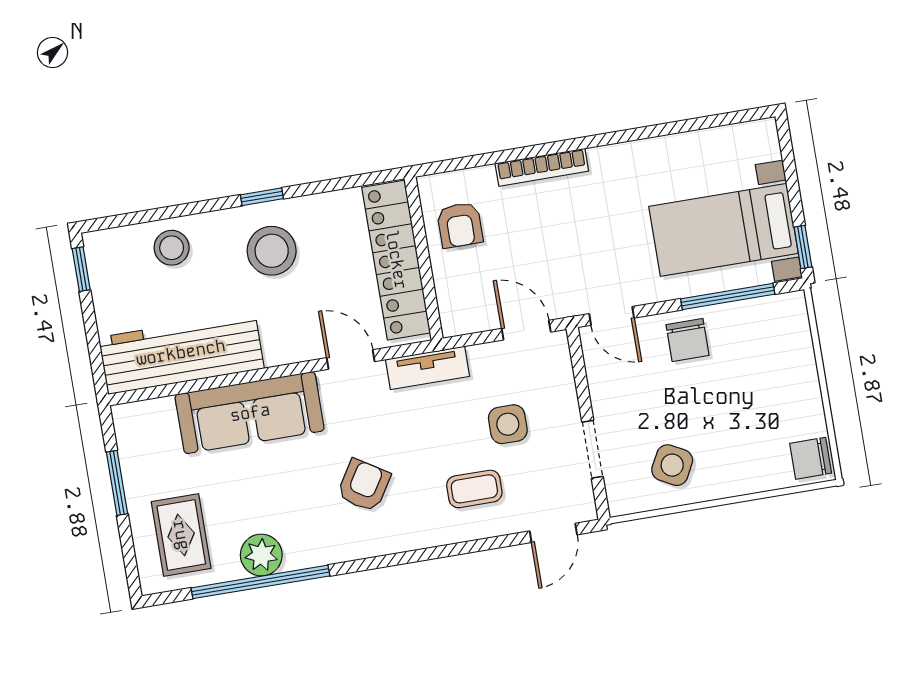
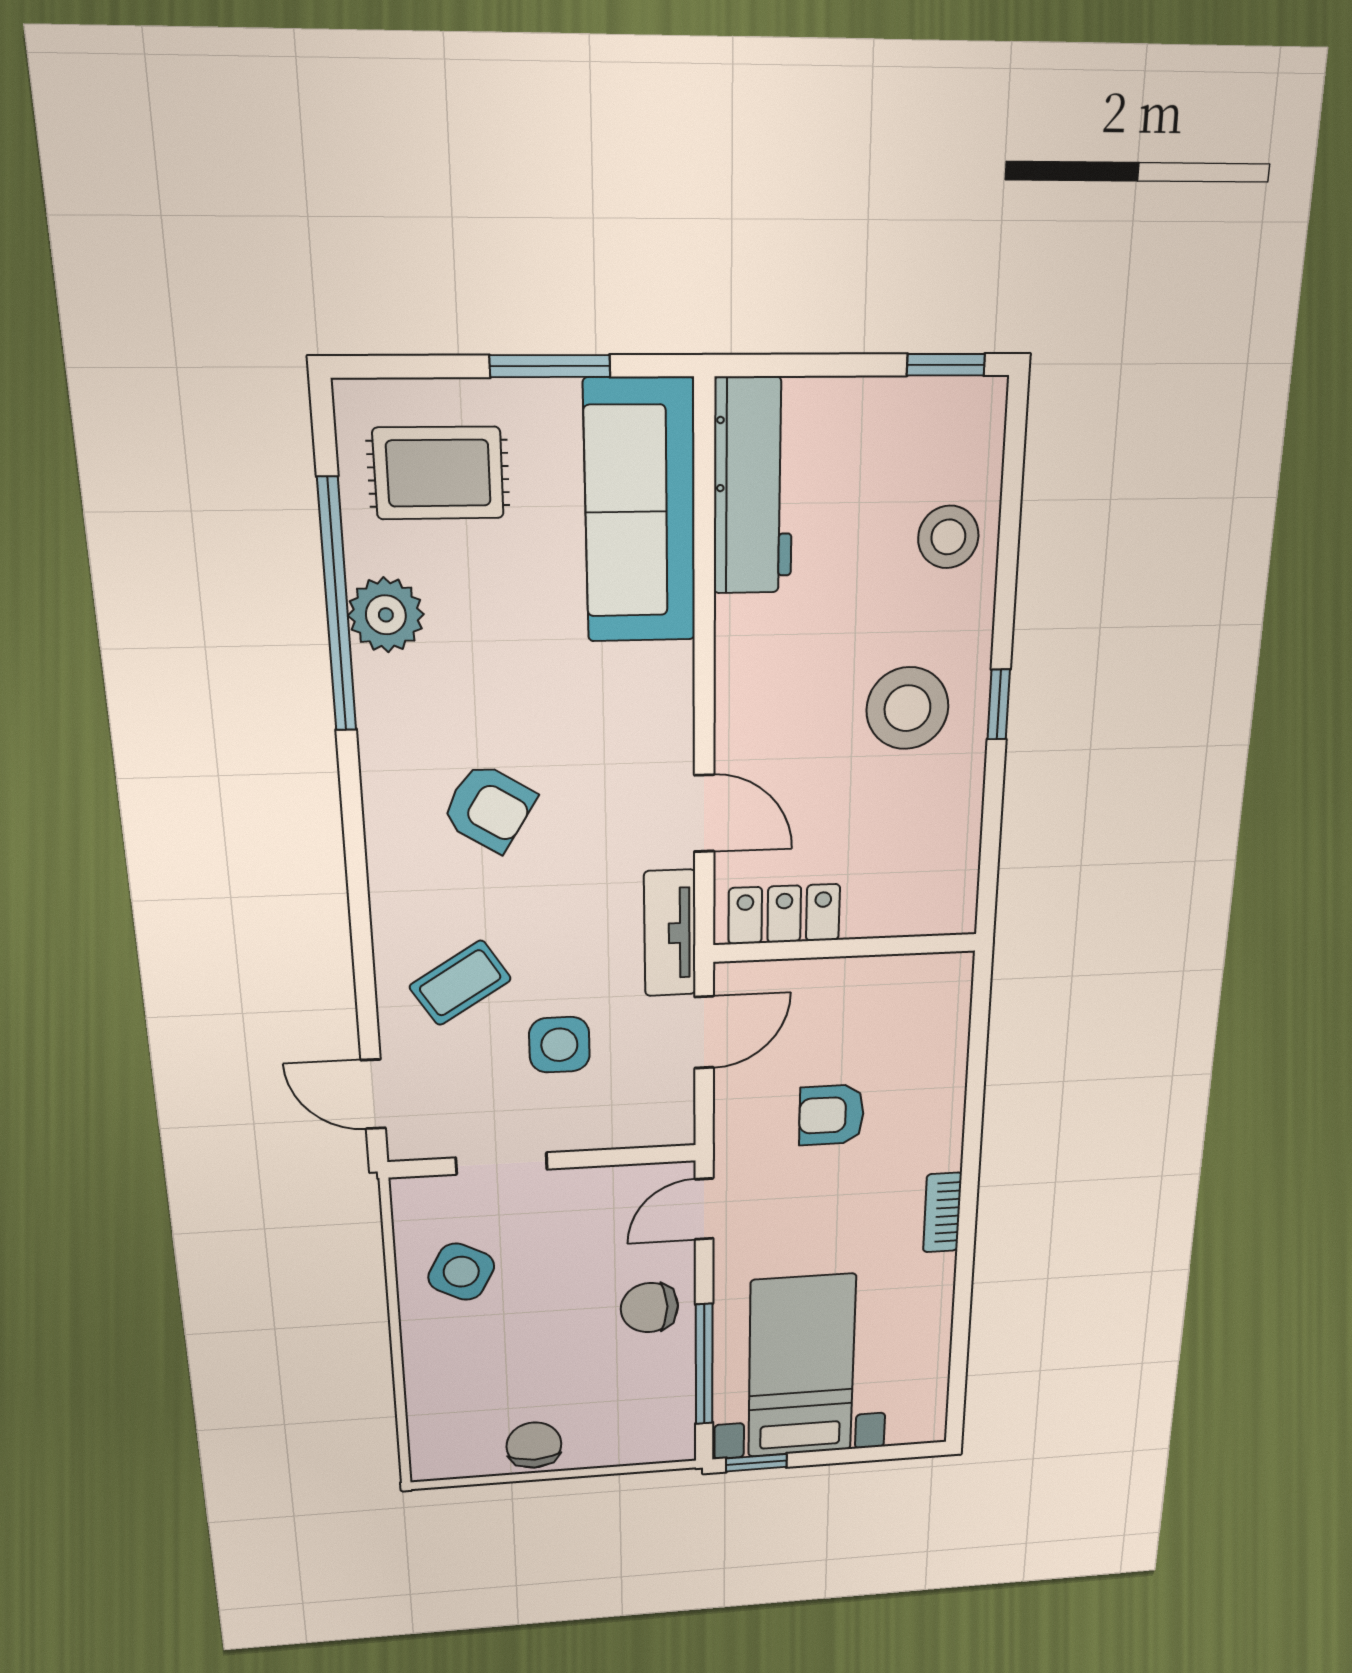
bookcase: (542, 167) -> (942, 1213), moved, width x0.64
armchair: (460, 225) -> (831, 1115), moved
locker: (396, 260) -> (784, 914), width x0.46, depth x0.83
door: (526, 330) -> (704, 1032), moved
workbench: (181, 353) -> (753, 487), width x0.73, depth x0.76
door: (351, 360) -> (704, 813), hinge flipped
sofa: (250, 413) -> (640, 512), moved
chair: (811, 458) -> (534, 1445), moved
coffee table: (474, 489) -> (460, 983), turned 58

